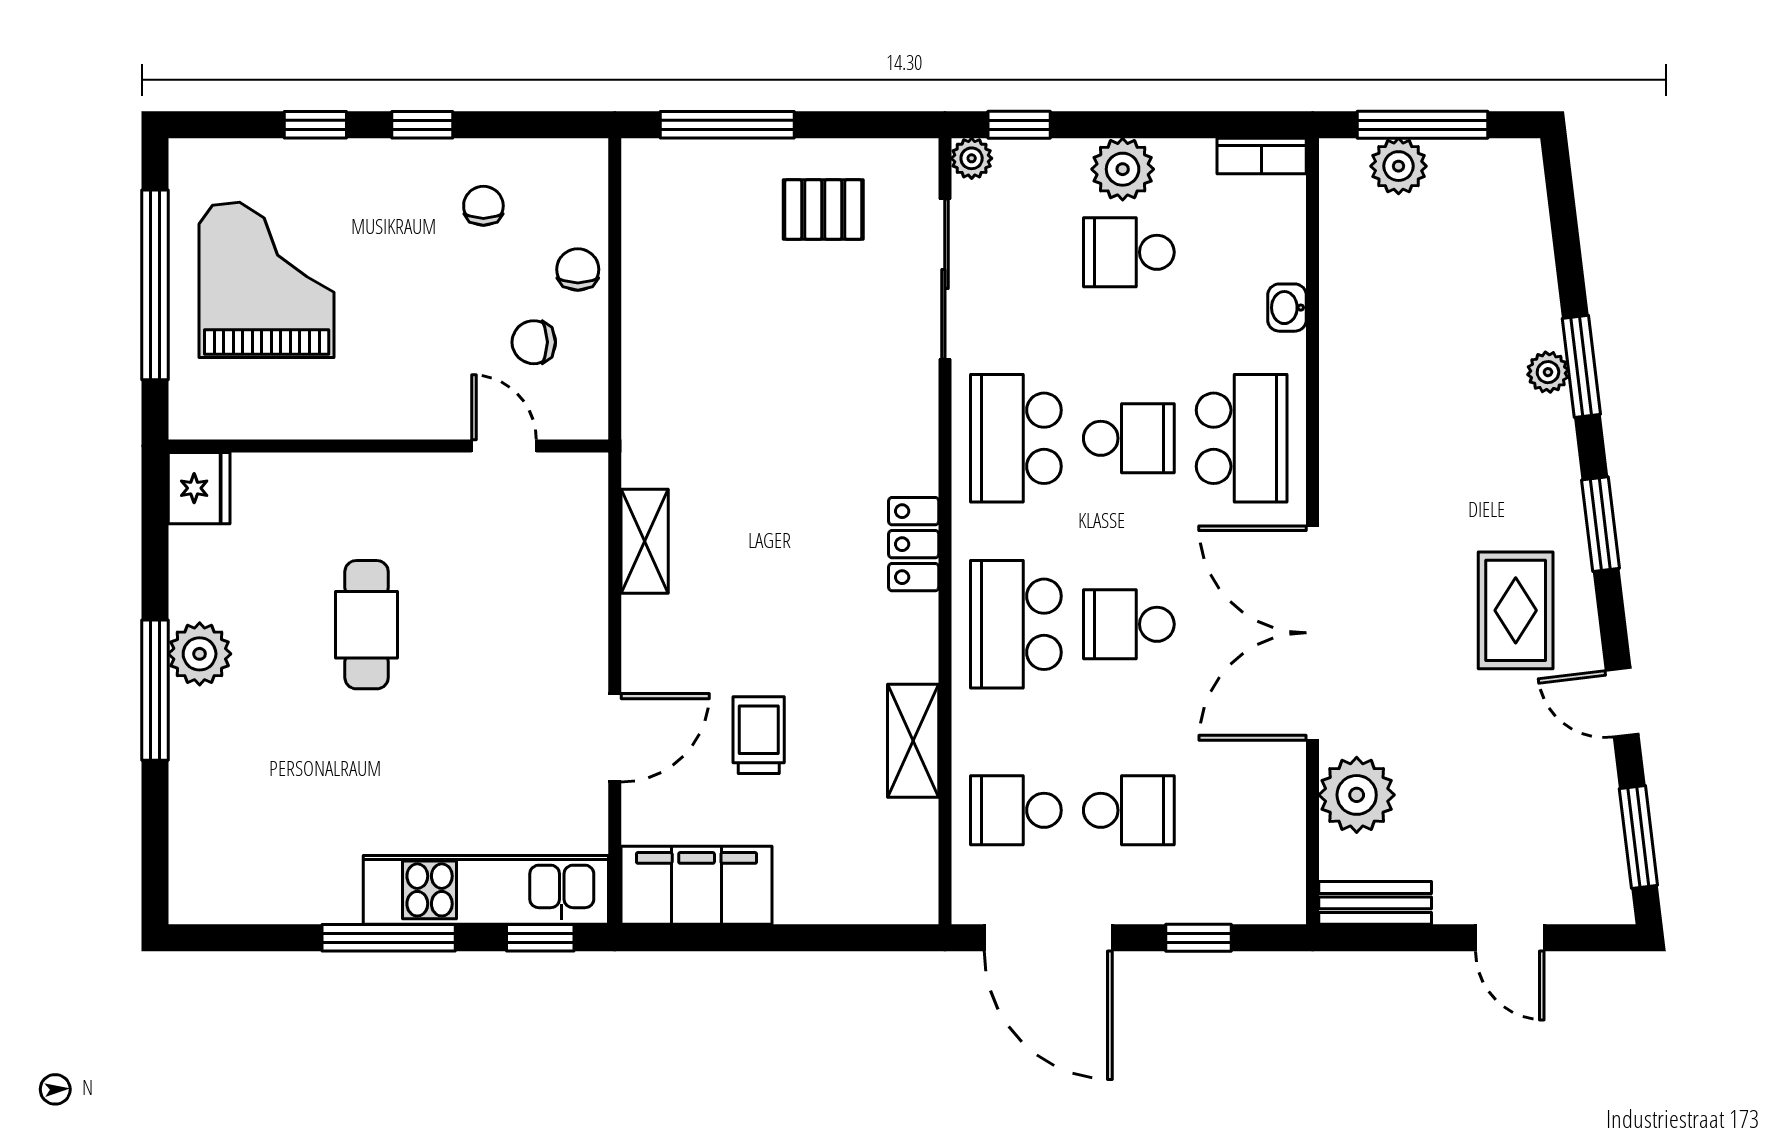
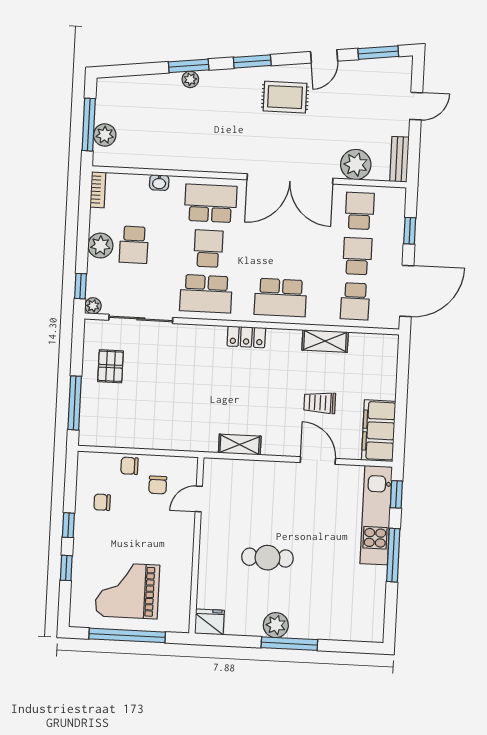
school desk: (1129, 624) -> (360, 211), moved, turned 180

